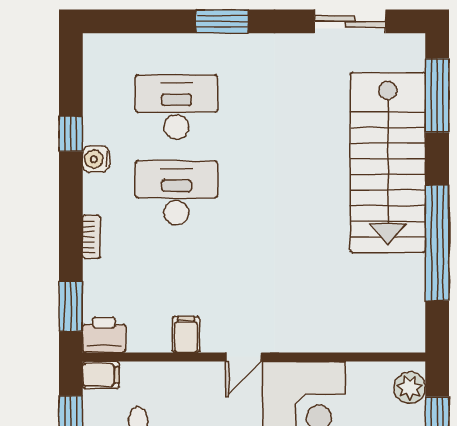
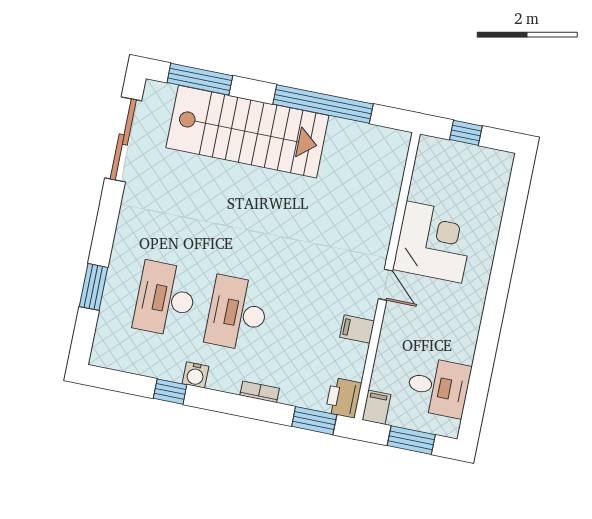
window: (222, 21) -> (93, 287), moved
sliding door: (350, 21) -> (123, 139), width x1.37
plant: (410, 388) -> (439, 151), removed

